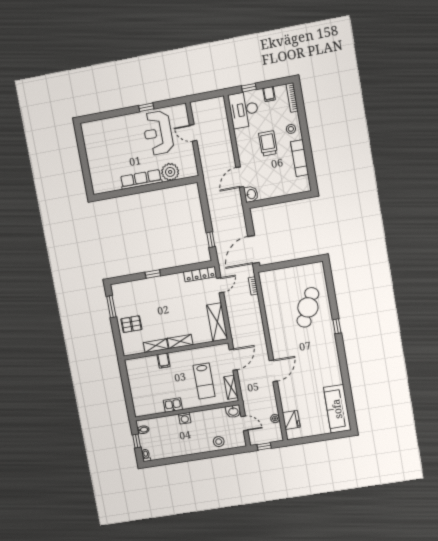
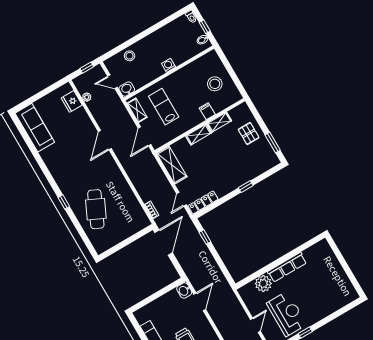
door: (193, 133) -> (255, 325), hinge flipped
pallet: (131, 324) -> (249, 133), turned 90
stool: (147, 384) -> (215, 84), added
kitchen sink: (173, 405) -> (184, 73), removed

